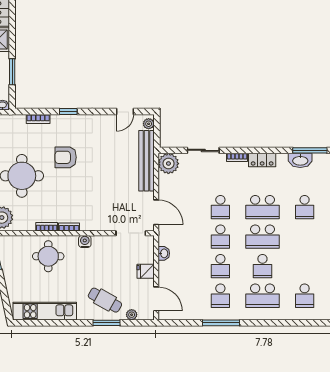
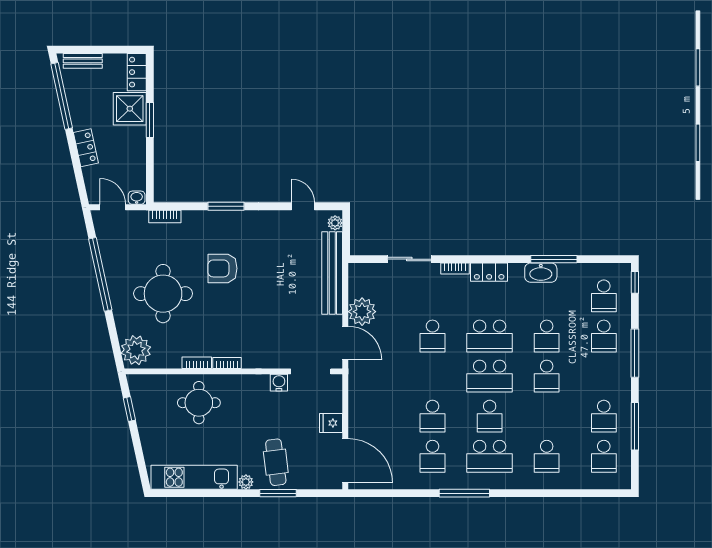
window: (12, 72) -> (150, 120), moved
window: (68, 112) -> (226, 206), width x1.50
door: (125, 112) -> (303, 206), swing flipped
bookcase: (38, 119) -> (165, 216), moved
plant: (168, 164) -> (362, 312), moved
school desk: (220, 237) -> (547, 376), moved
water cooler: (85, 241) -> (279, 383), moved
washbasin: (164, 253) -> (356, 399), removed
door: (156, 299) -> (345, 461), width x1.36
cafe table: (105, 300) -> (276, 462), turned 54
plant: (132, 315) -> (246, 482), moved
window: (221, 323) -> (464, 493), moved

